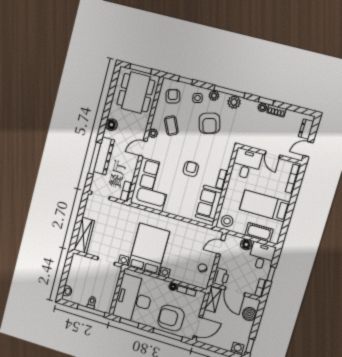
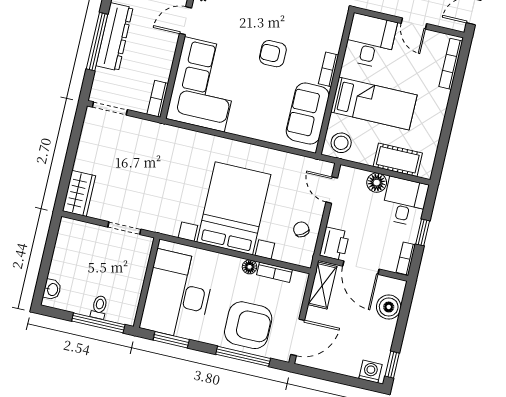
armchair: (191, 169) -> (273, 54), turned -90
bed: (264, 206) -> (374, 103), moved, turned 180
wardrobe: (84, 235) -> (79, 193), width x0.67
door: (220, 247) -> (332, 190), hinge flipped
bed with nightstands: (149, 249) -> (234, 208), moved
armchair: (171, 318) -> (248, 325), turned 180

